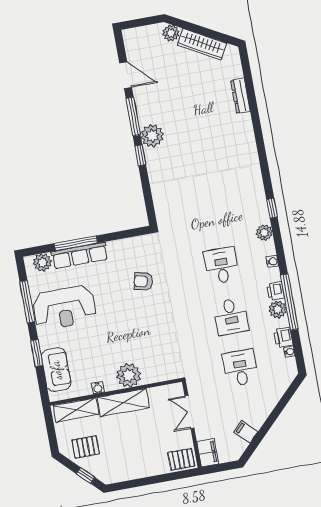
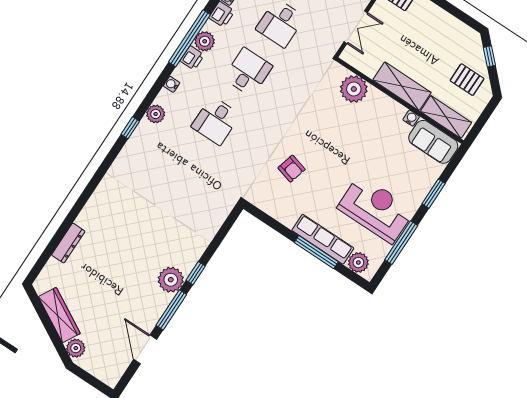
sofa: (56, 370) -> (433, 142), moved, turned -90
plant: (129, 375) -> (354, 89), moved

